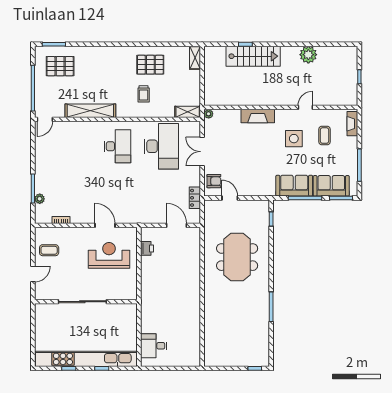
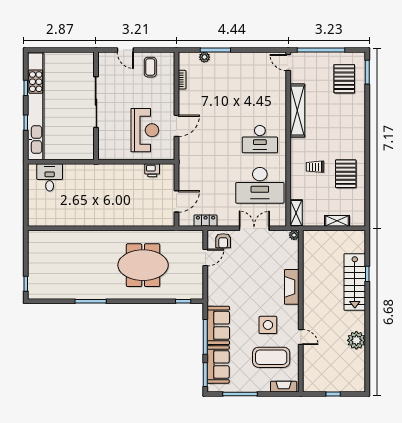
shelving: (195, 58) -> (337, 221), moved
coffee table: (325, 136) -> (271, 357), width x1.86, depth x1.72

